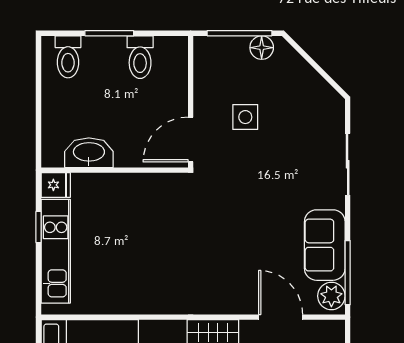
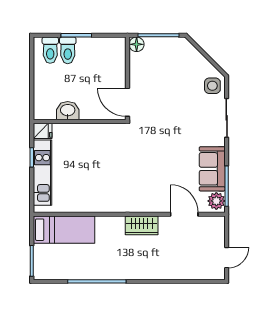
floor lamp: (262, 48) -> (137, 44), moved
toilet: (140, 57) -> (68, 50), moved
side table: (245, 117) -> (212, 86), moved
door: (191, 140) -> (128, 102), hinge flipped
washbasin: (89, 153) -> (68, 111), width x0.72

